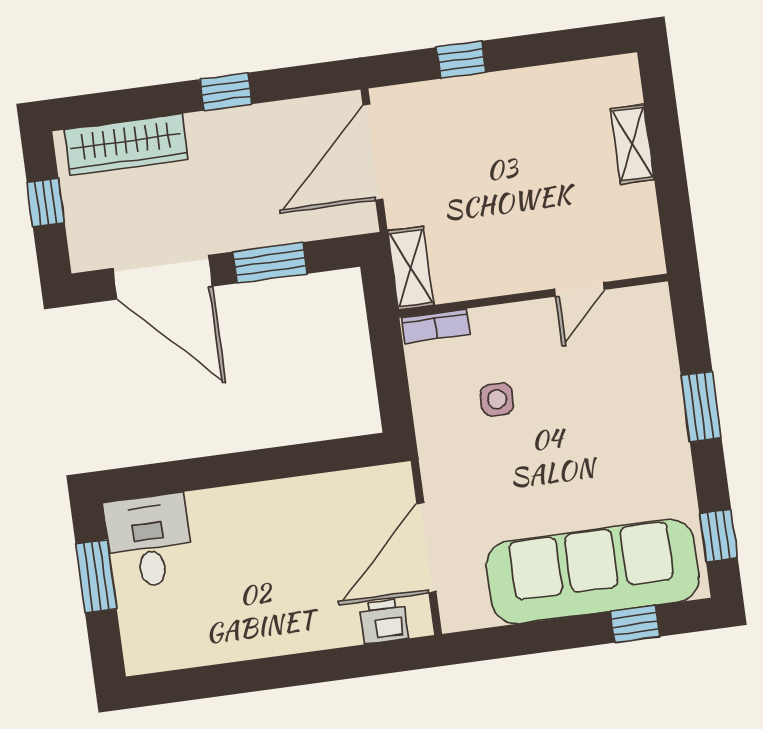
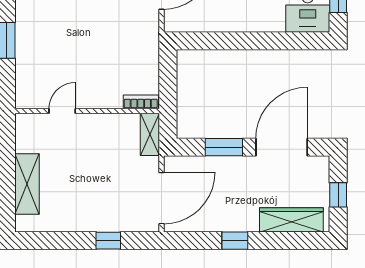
shelving: (632, 144) -> (27, 184), width x1.50, depth x1.33
door: (163, 277) -> (282, 147), hinge flipped
side table: (497, 399) -> (114, 59), removed

